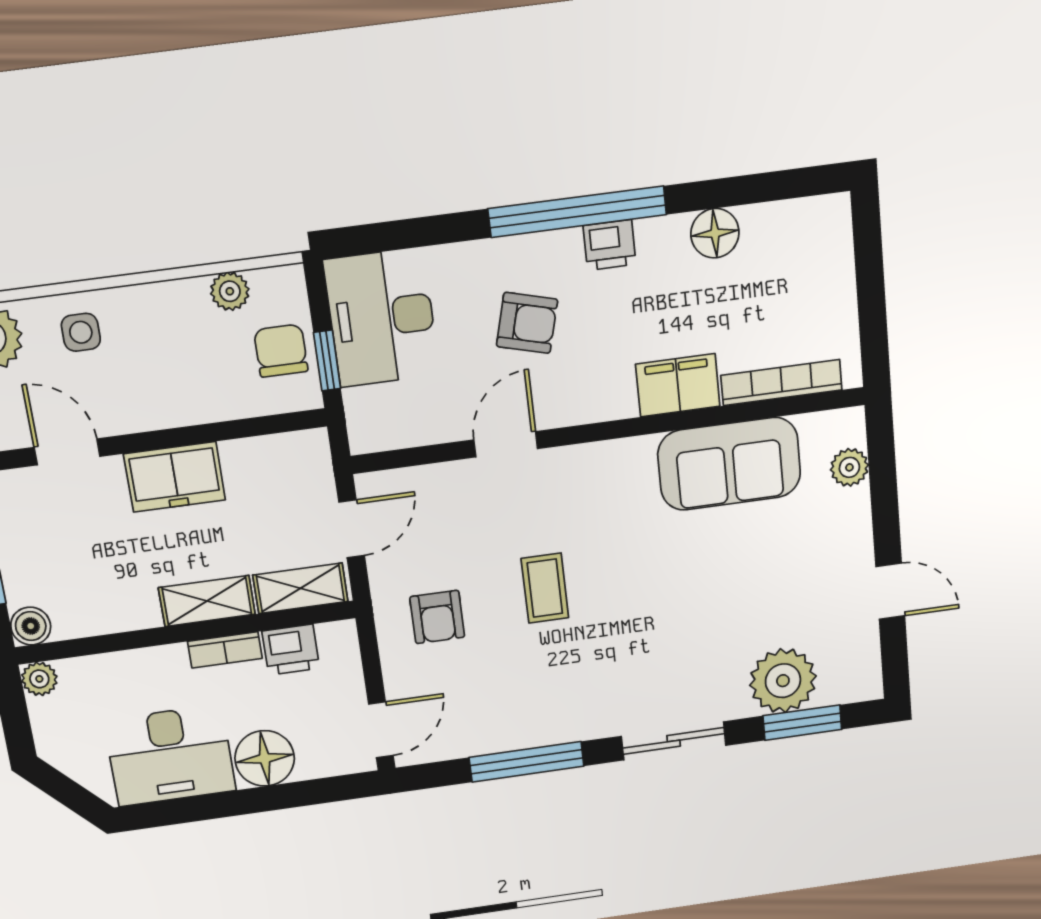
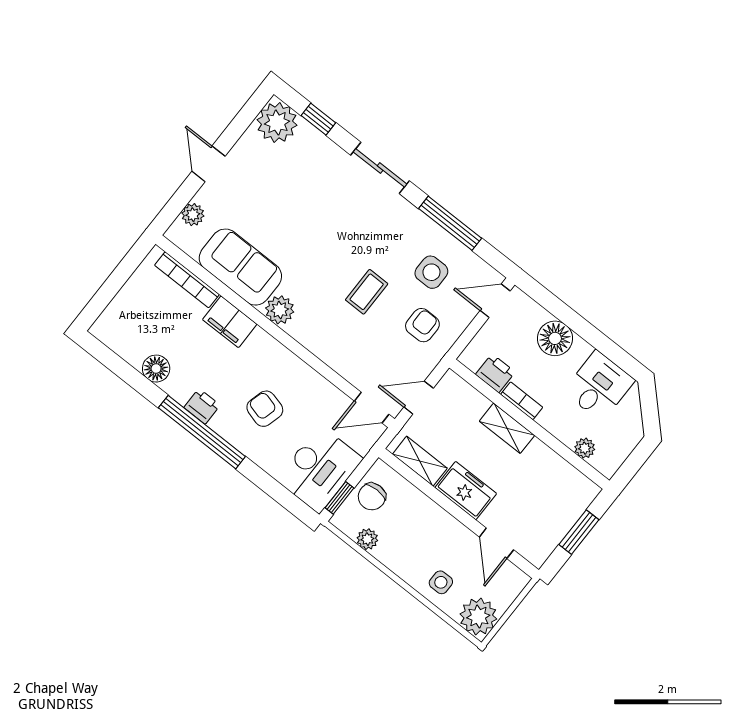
window: (327, 361) -> (339, 498), moved
door: (506, 444) -> (372, 408), moved
plant: (630, 461) -> (280, 310), added
shelving: (300, 588) -> (420, 461), moved
door: (890, 591) -> (208, 164), moved
boiler: (31, 626) -> (587, 491), removed
plant: (39, 679) -> (585, 448), moved
plant: (783, 681) -> (277, 123), moved
side table: (491, 687) -> (431, 272), added
window: (802, 723) -> (318, 119), width x0.67
desk: (170, 756) -> (599, 386), width x0.73

